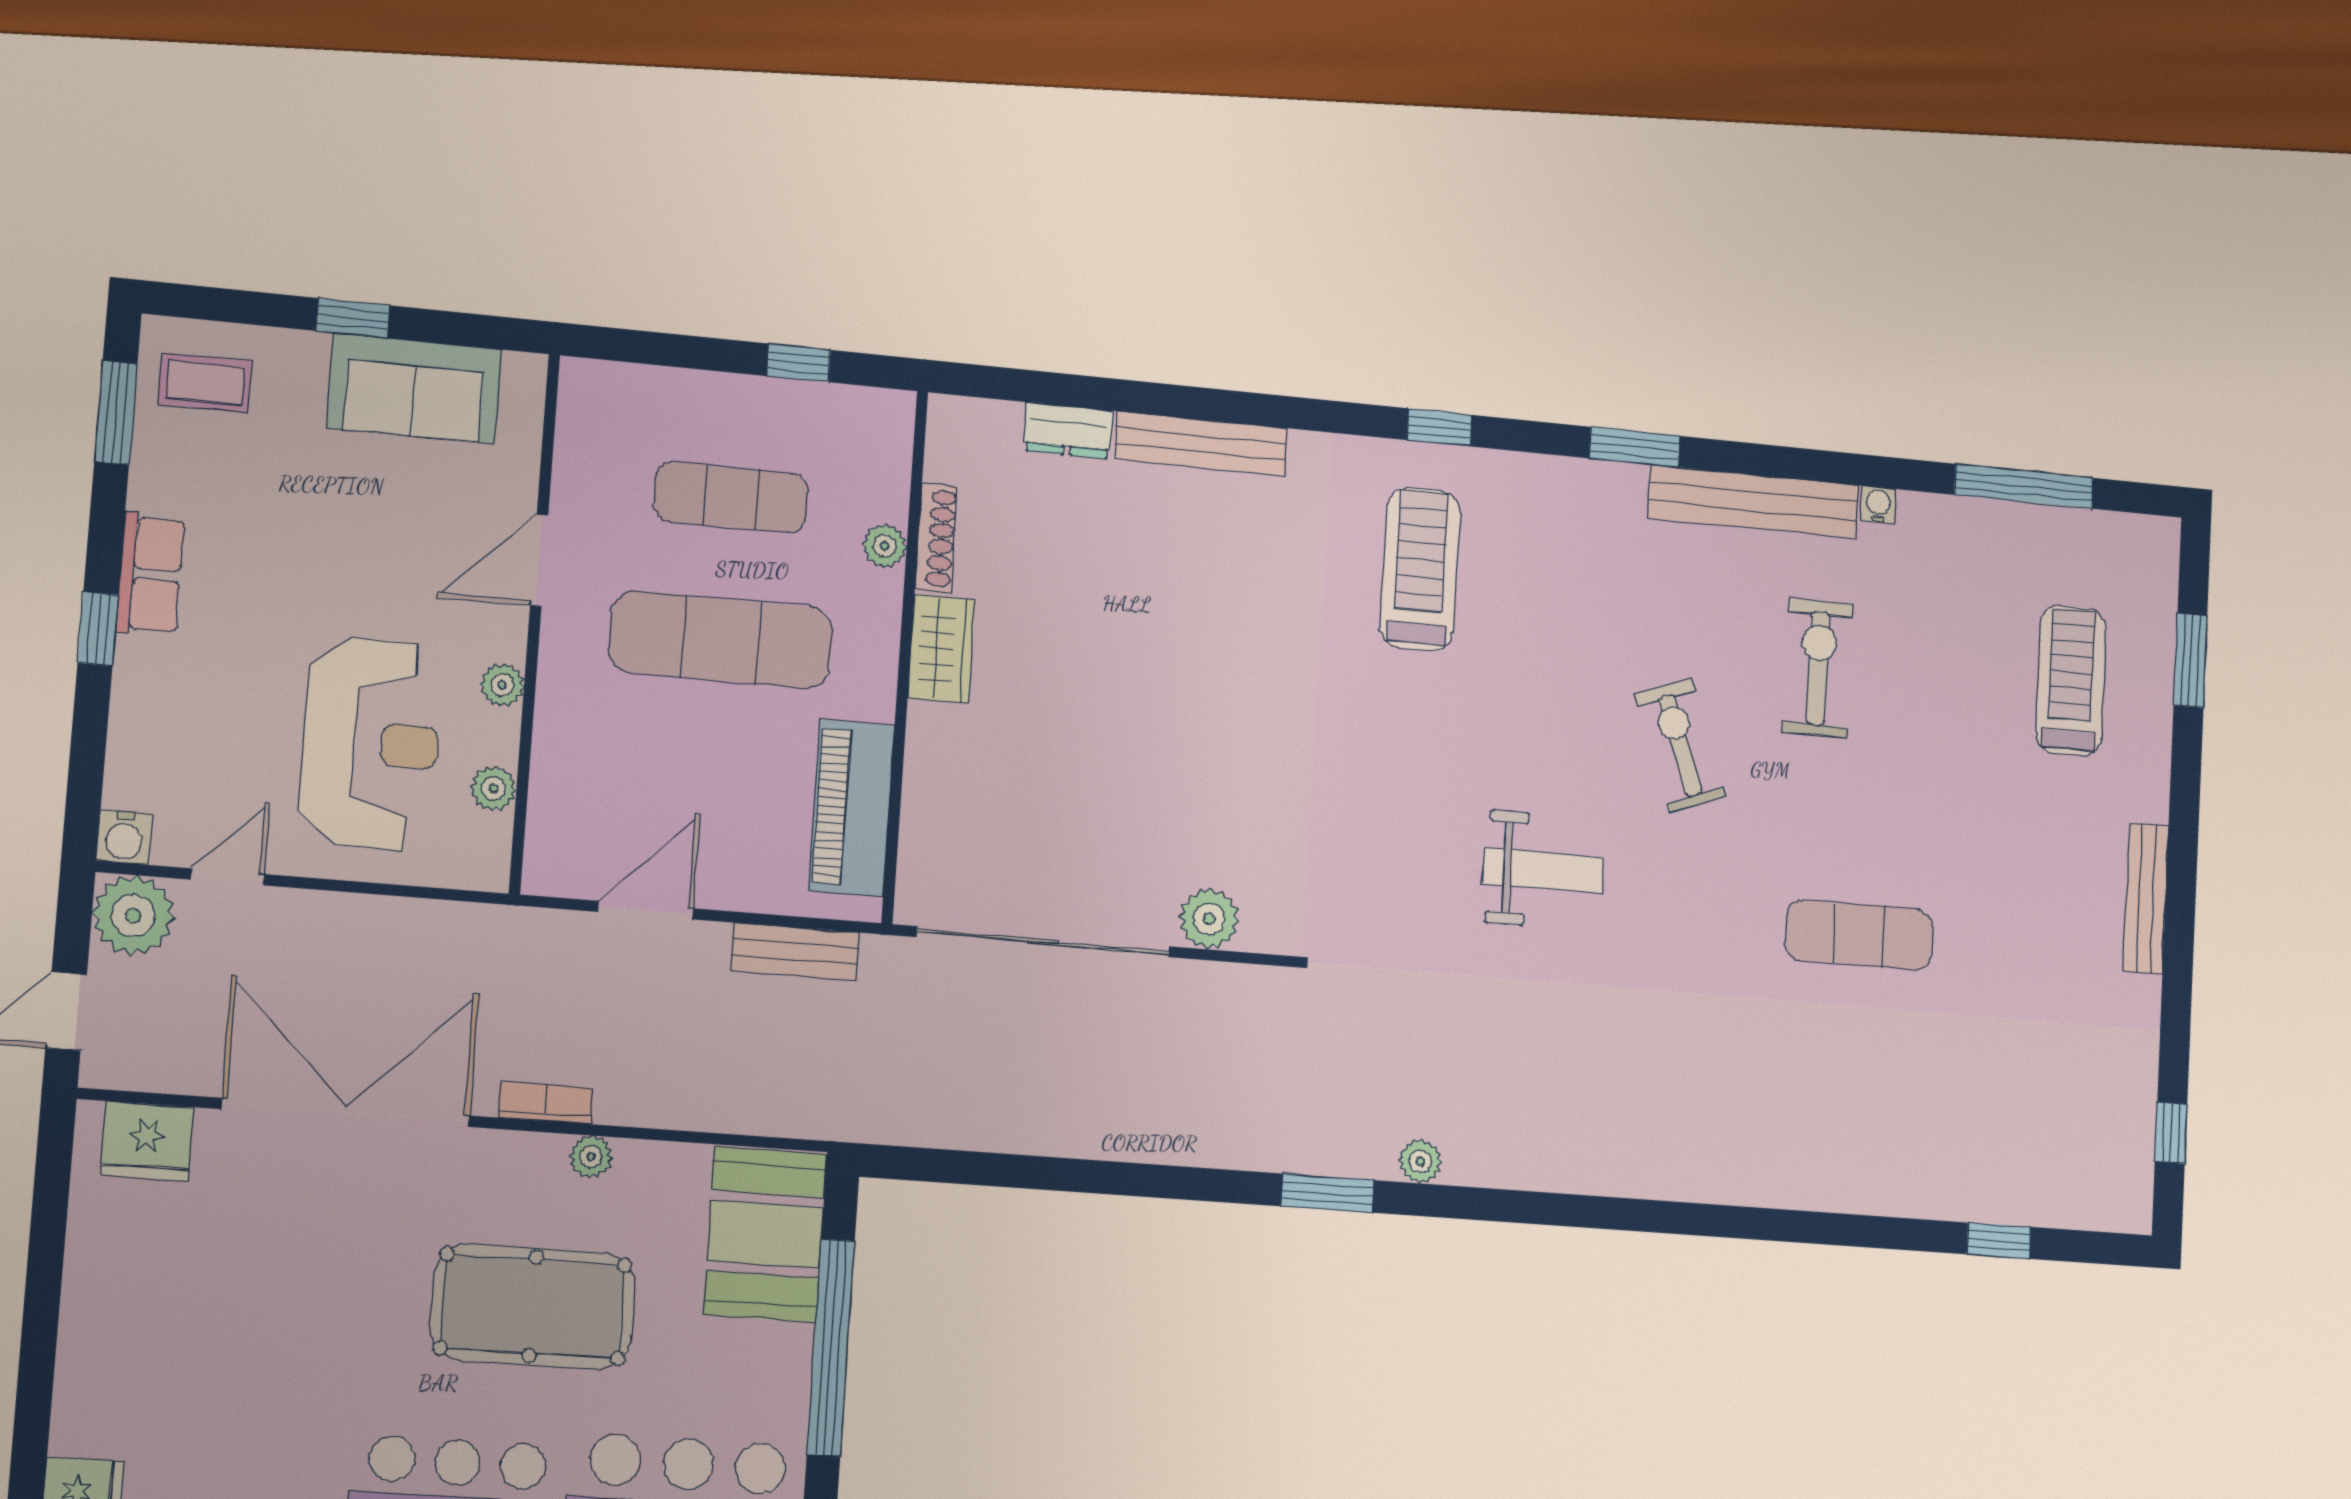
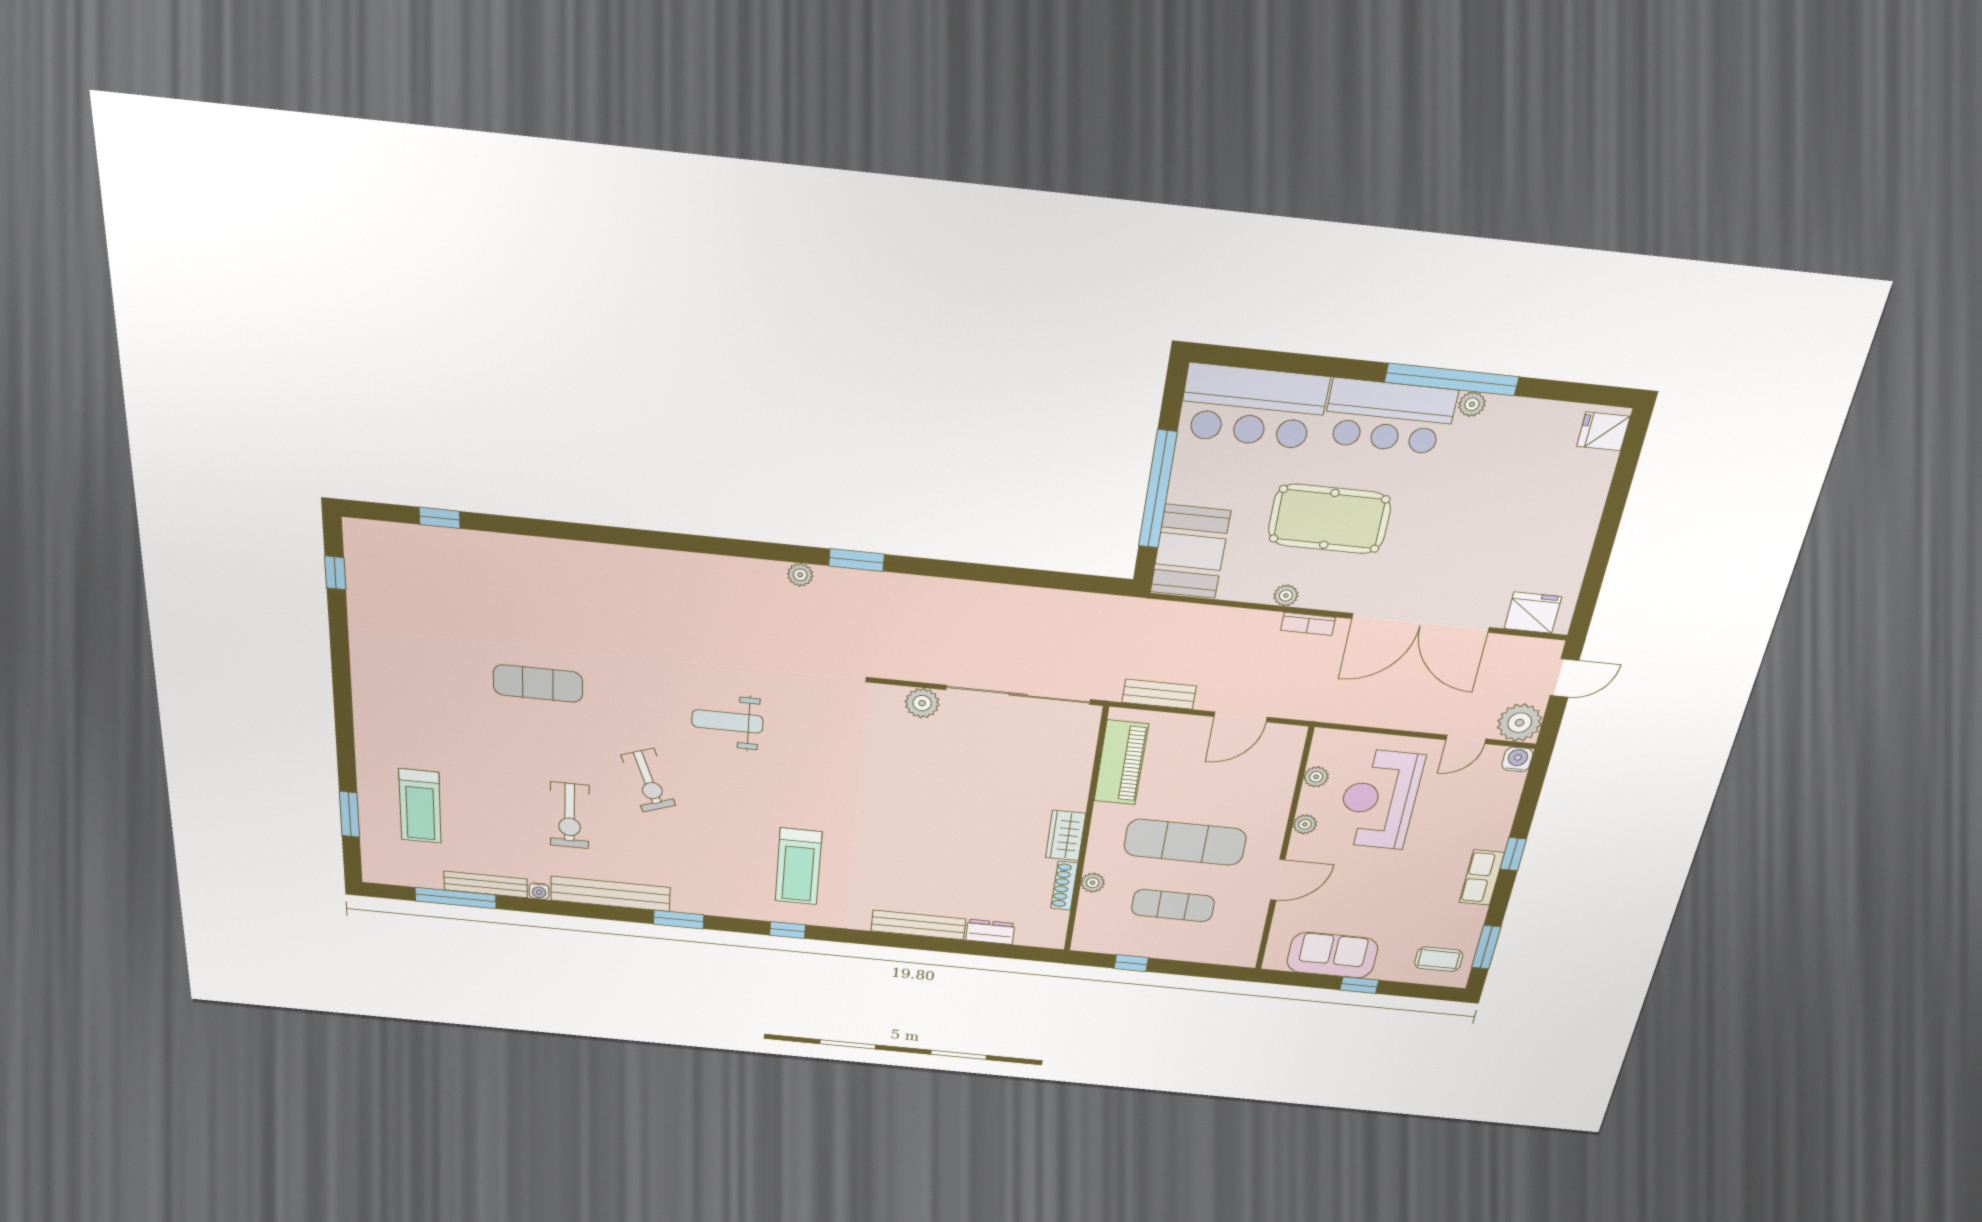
bench: (2146, 898) -> (486, 884), moved, turned 90

